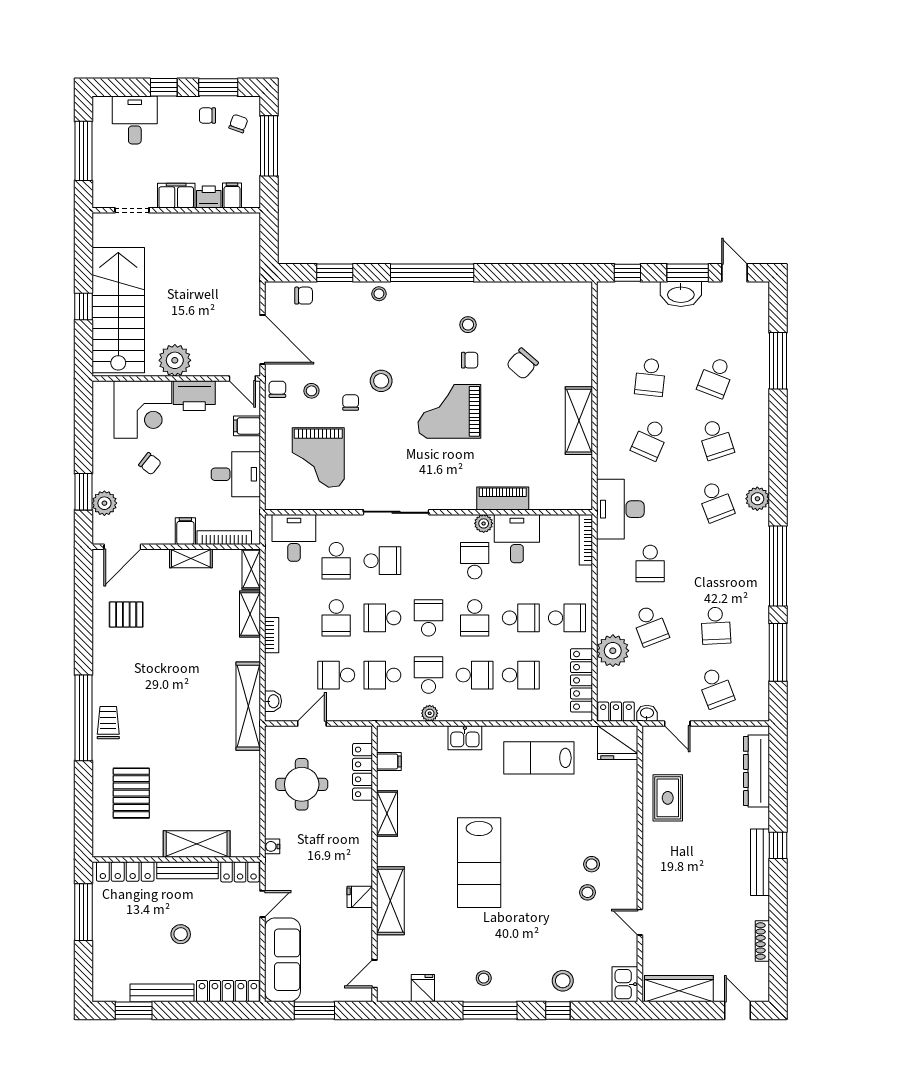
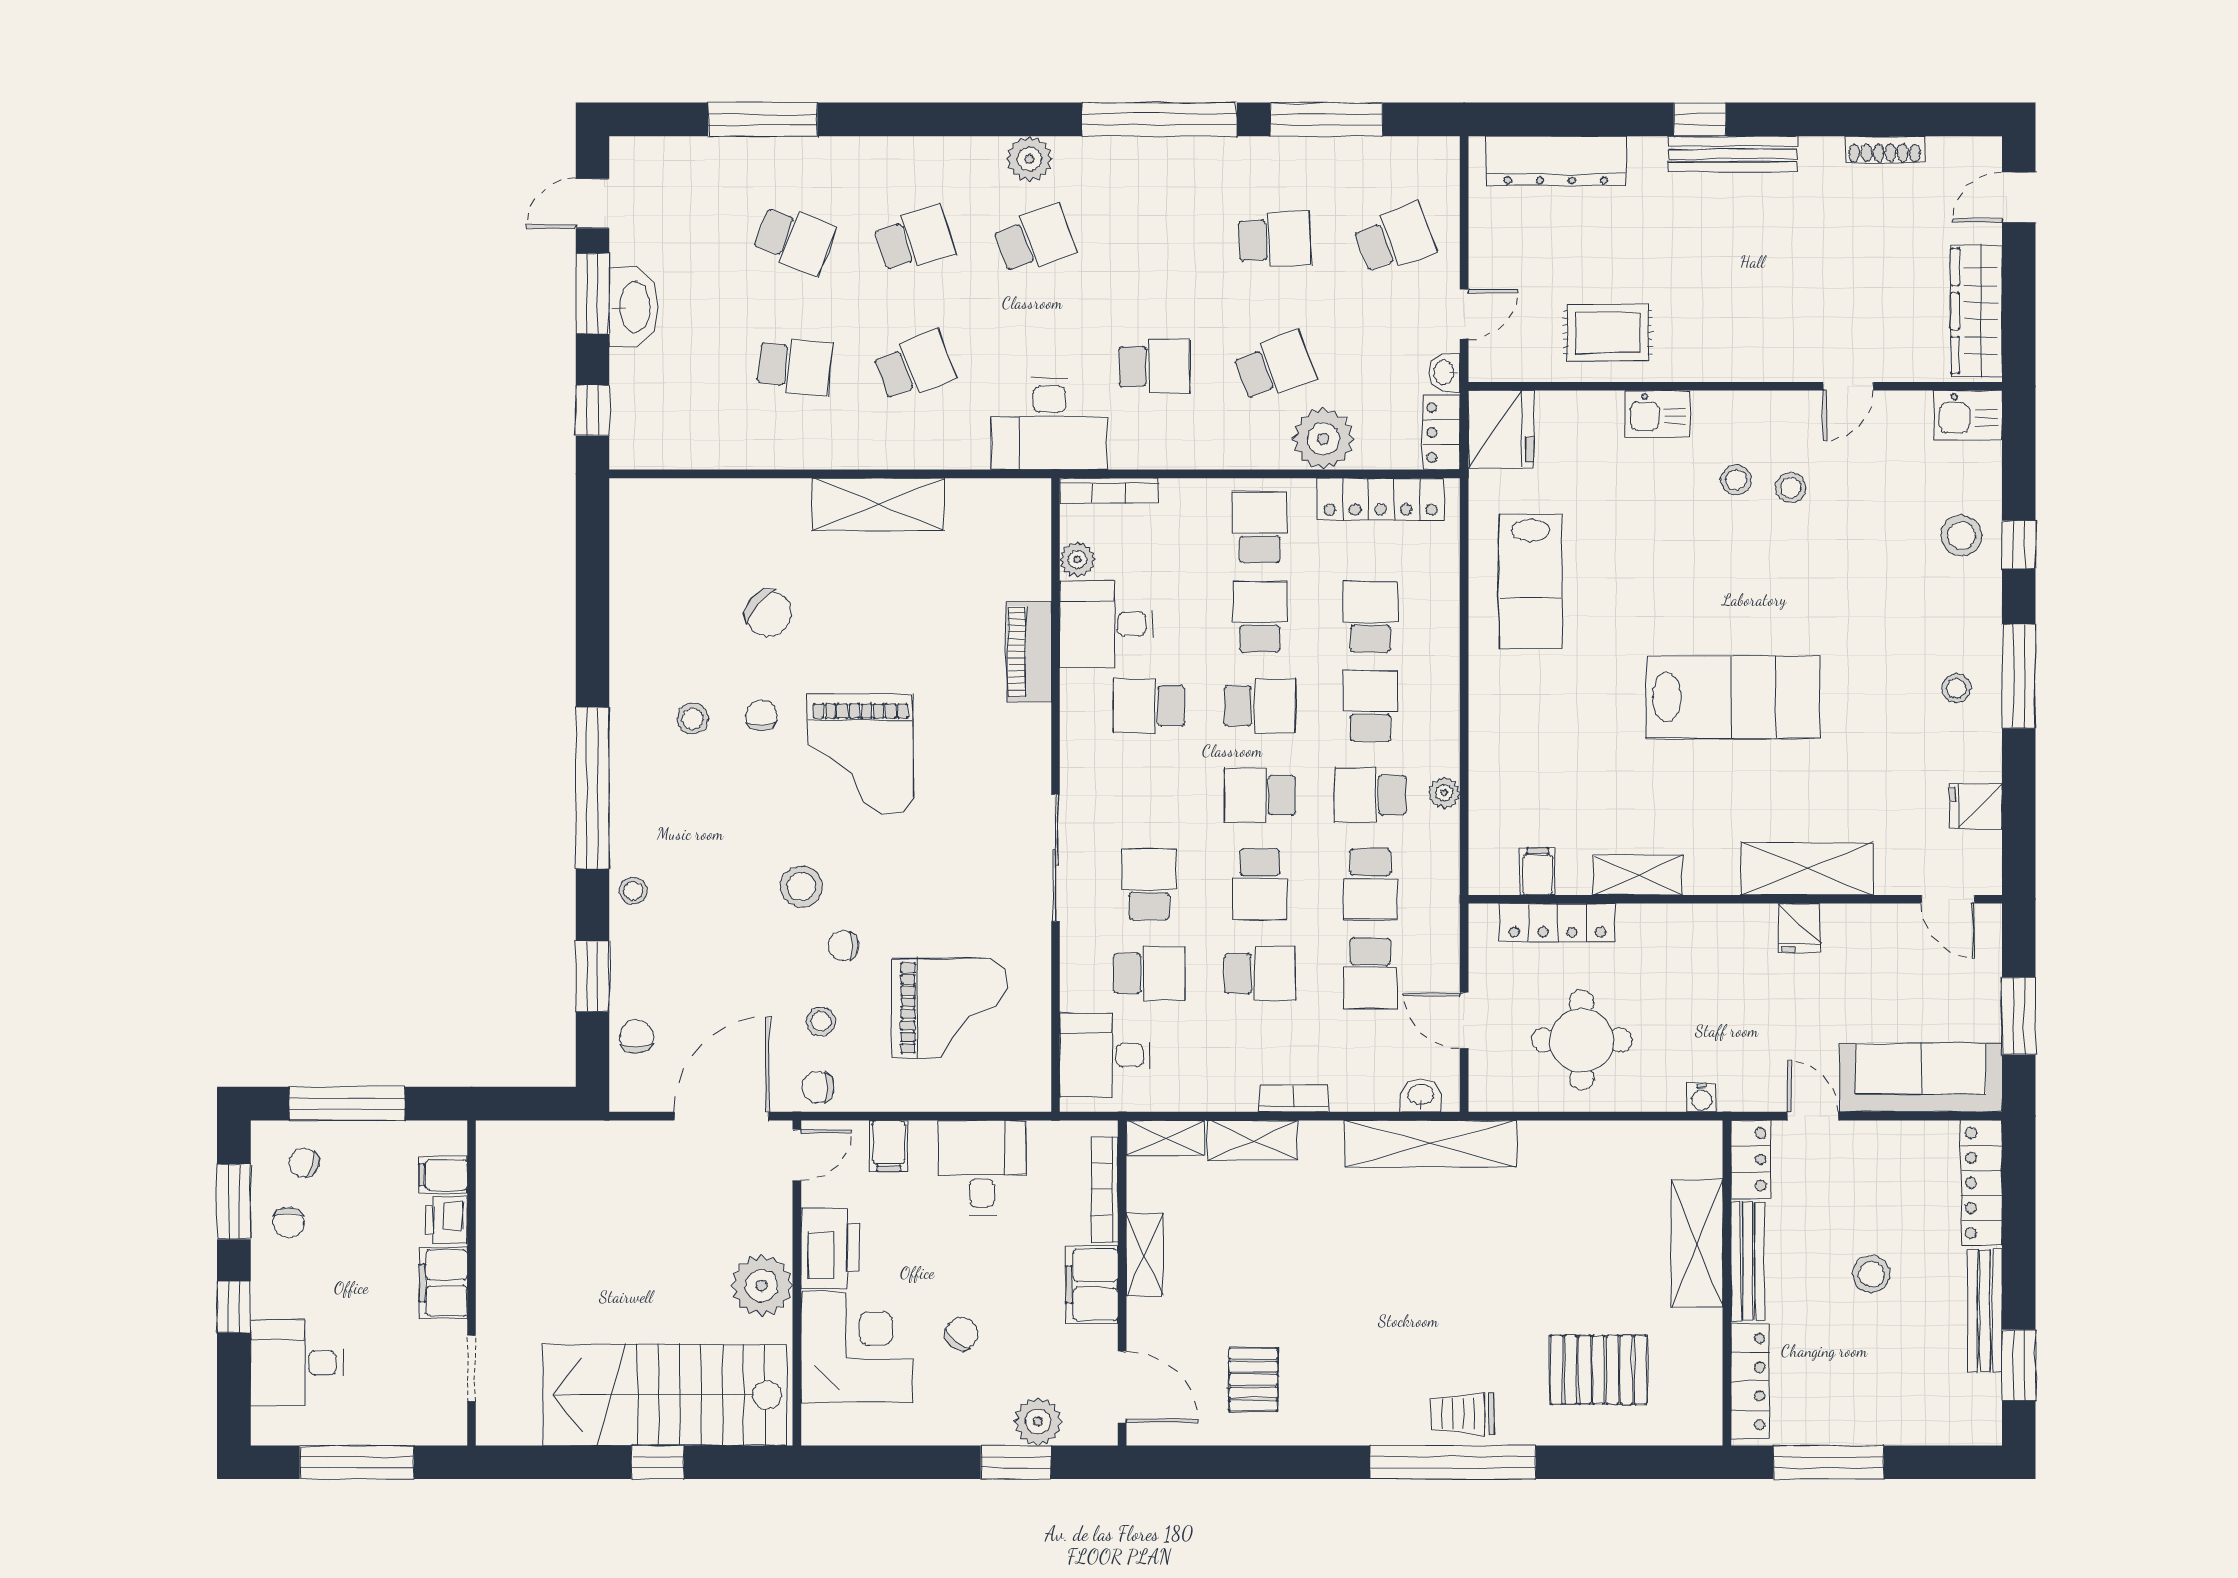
school desk: (650, 439) -> (915, 366), turned -45
plant: (484, 523) -> (1077, 560), moved
filing cabinet: (185, 531) -> (1092, 1285), width x2.00
kitchen sink: (465, 738) -> (1658, 414), moved, turned 90

